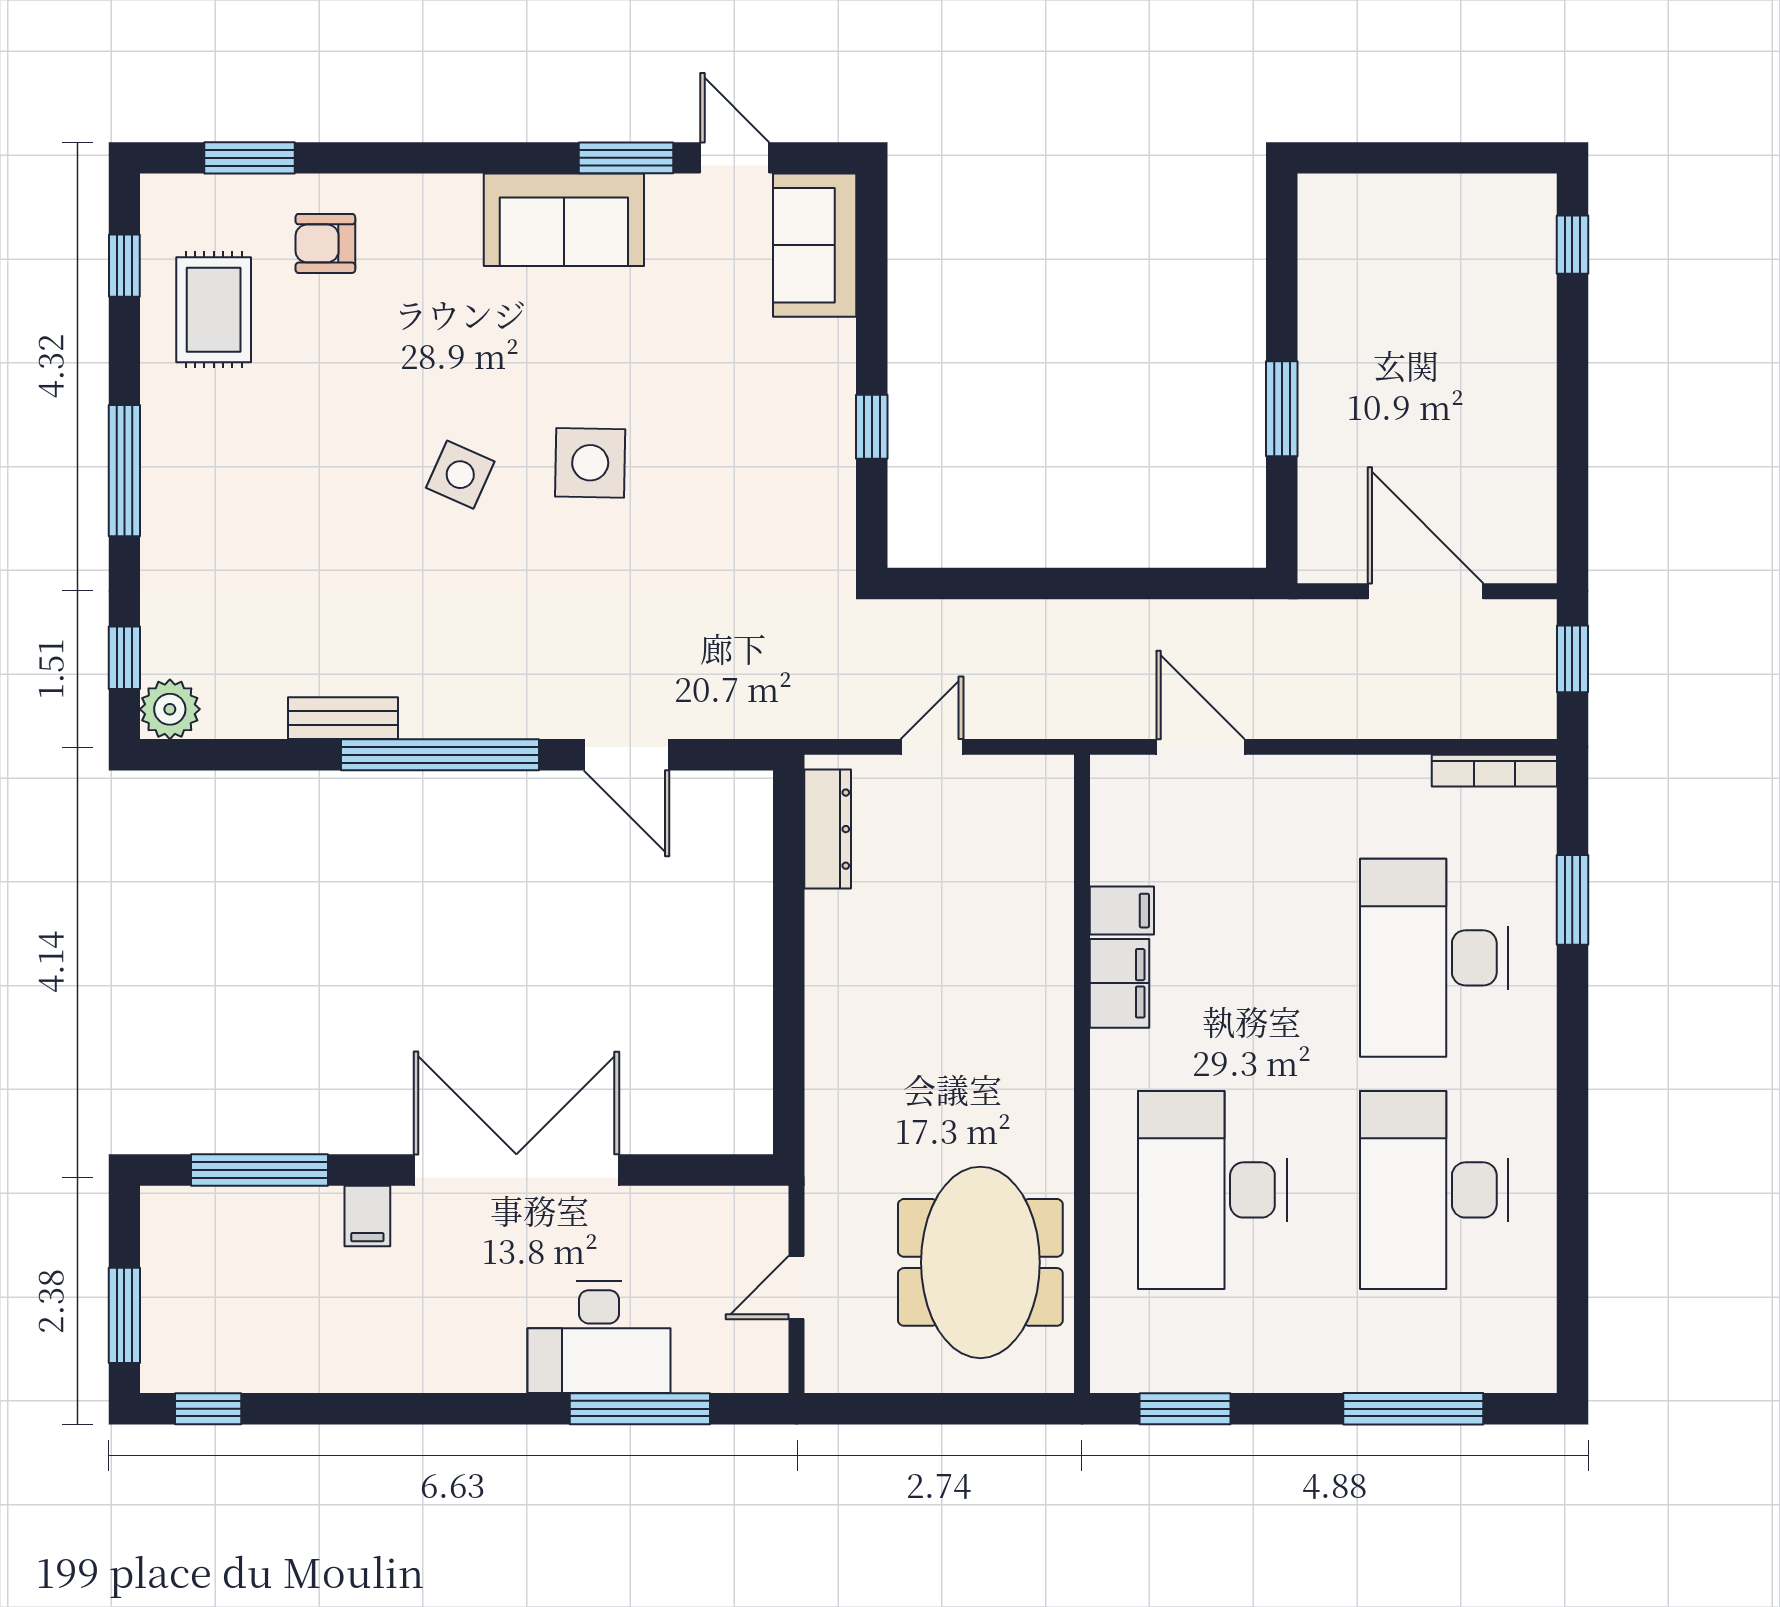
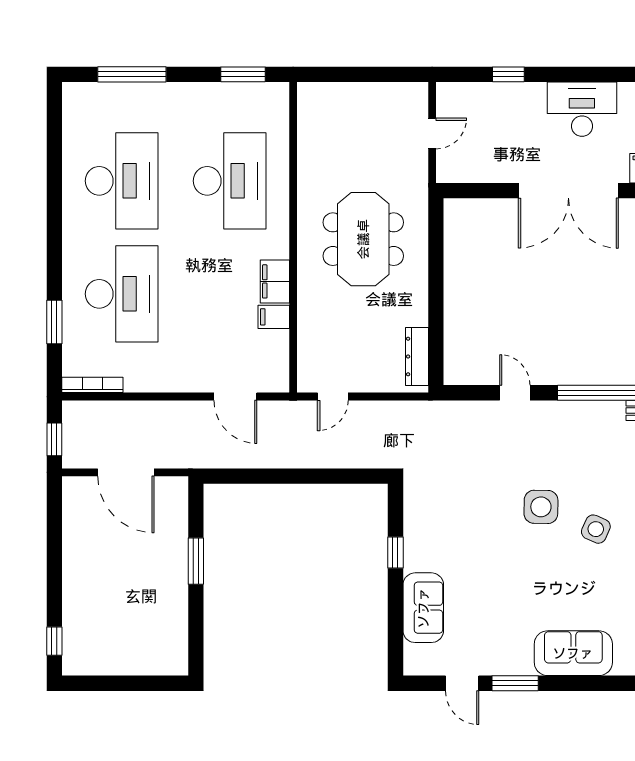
sofa: (564, 220) -> (573, 653), moved
sofa: (815, 245) -> (423, 608), moved
side table: (590, 463) -> (541, 507), moved
door: (932, 747) -> (333, 397), moved
door: (627, 755) -> (515, 393), width x0.73
meeting table: (980, 1262) -> (363, 239), moved
desk: (599, 1337) -> (582, 109), moved
window: (640, 1409) -> (508, 74), width x0.46

